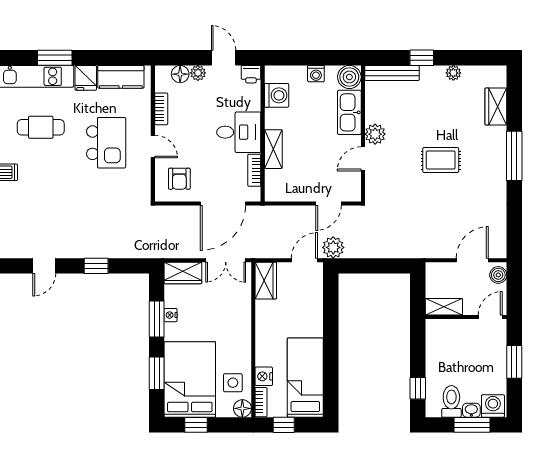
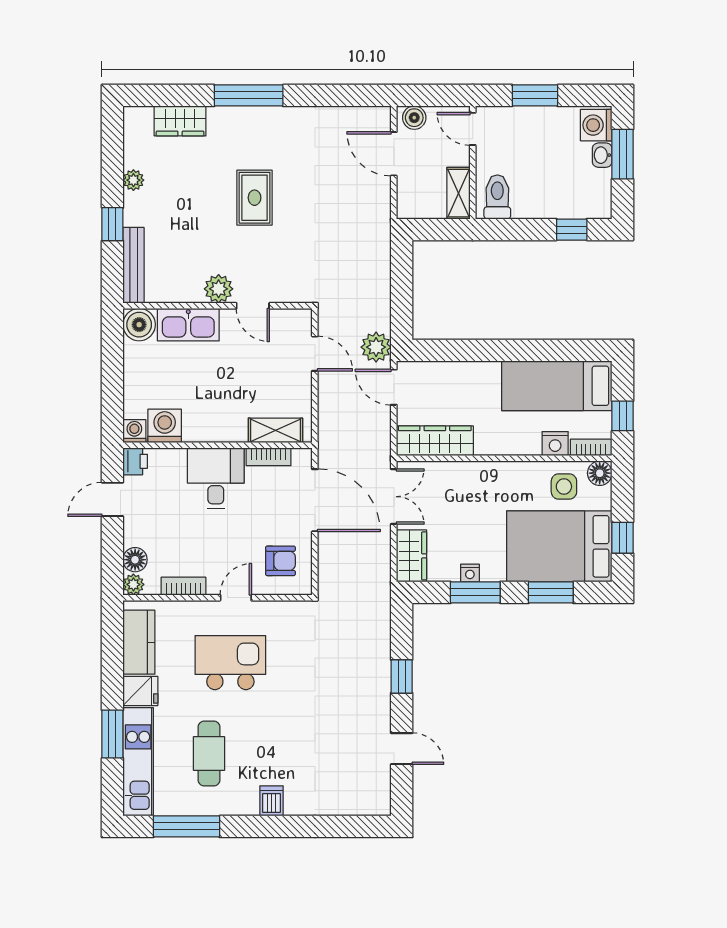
plant: (198, 73) -> (133, 584), moved
washing machine: (316, 74) -> (134, 431), moved, turned -90
shelving: (273, 149) -> (275, 430), moved
wardrobe: (266, 281) -> (435, 441), width x1.50
toilet: (451, 401) -> (497, 197), moved, turned 90

